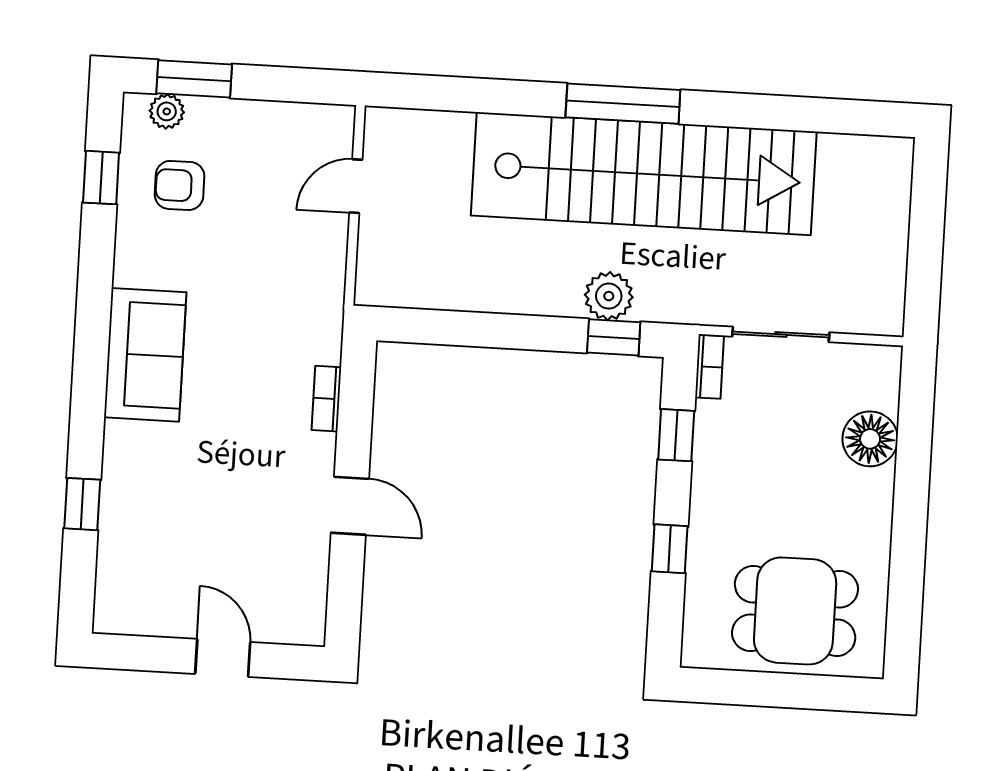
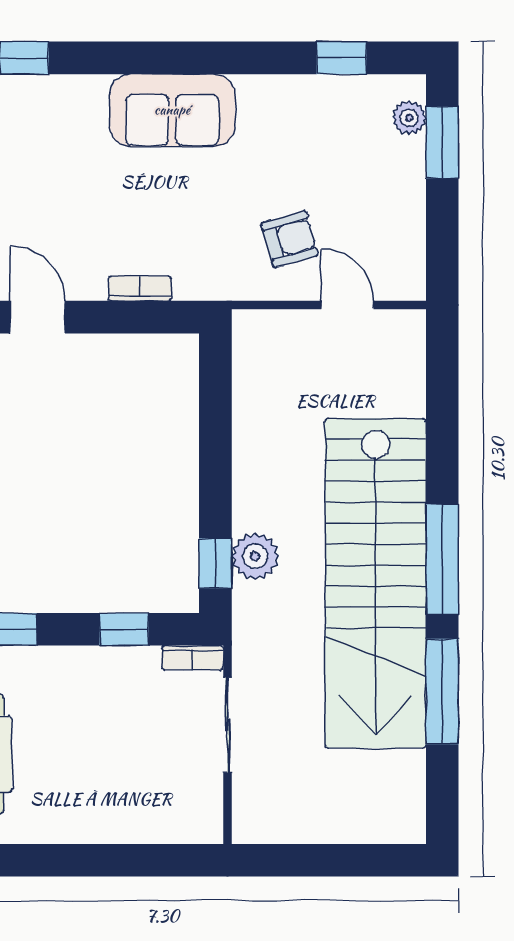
window: (759, 111) -> (442, 691), added
armchair: (180, 185) -> (290, 239), moved, turned 74
floor lamp: (870, 439) -> (131, 817), removed
door: (350, 506) -> (38, 317), swing flipped

